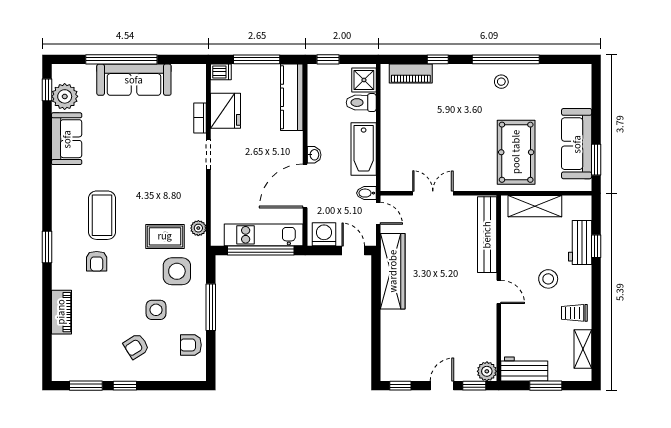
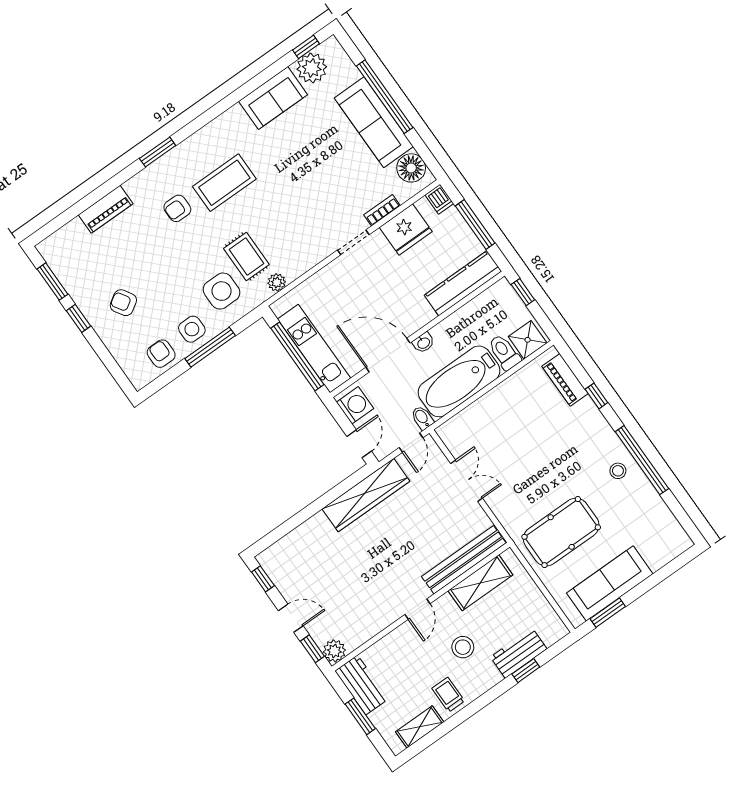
floor lamp: (185, 76) -> (411, 168), added
bathtub: (364, 149) -> (459, 381), width x1.36, depth x1.36
shelving: (535, 206) -> (480, 583), moved, turned 90
side table: (156, 310) -> (192, 329), moved

